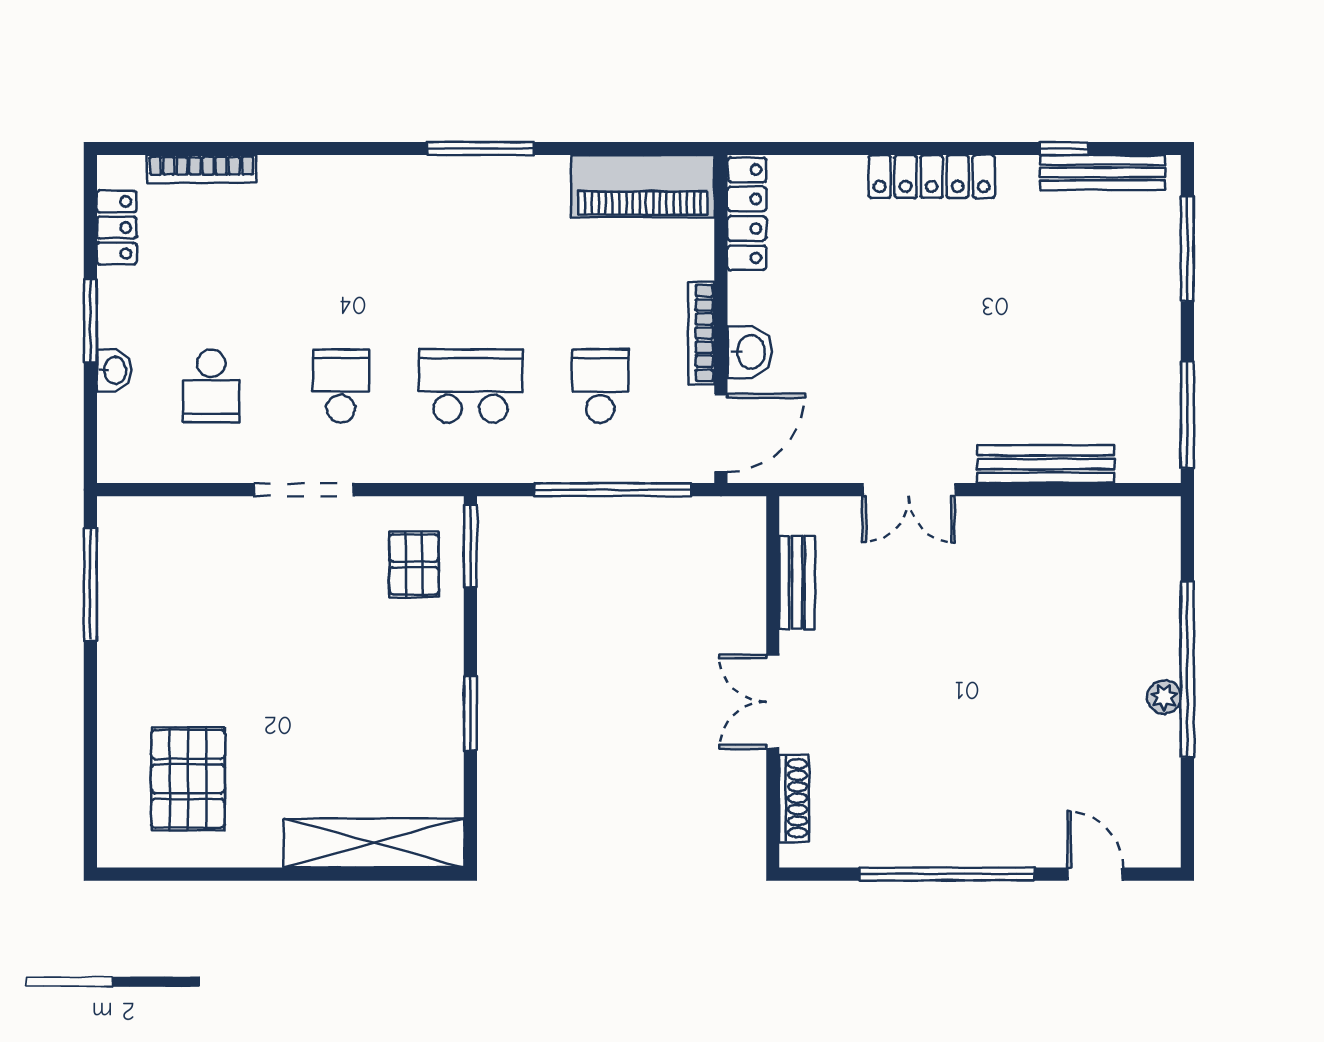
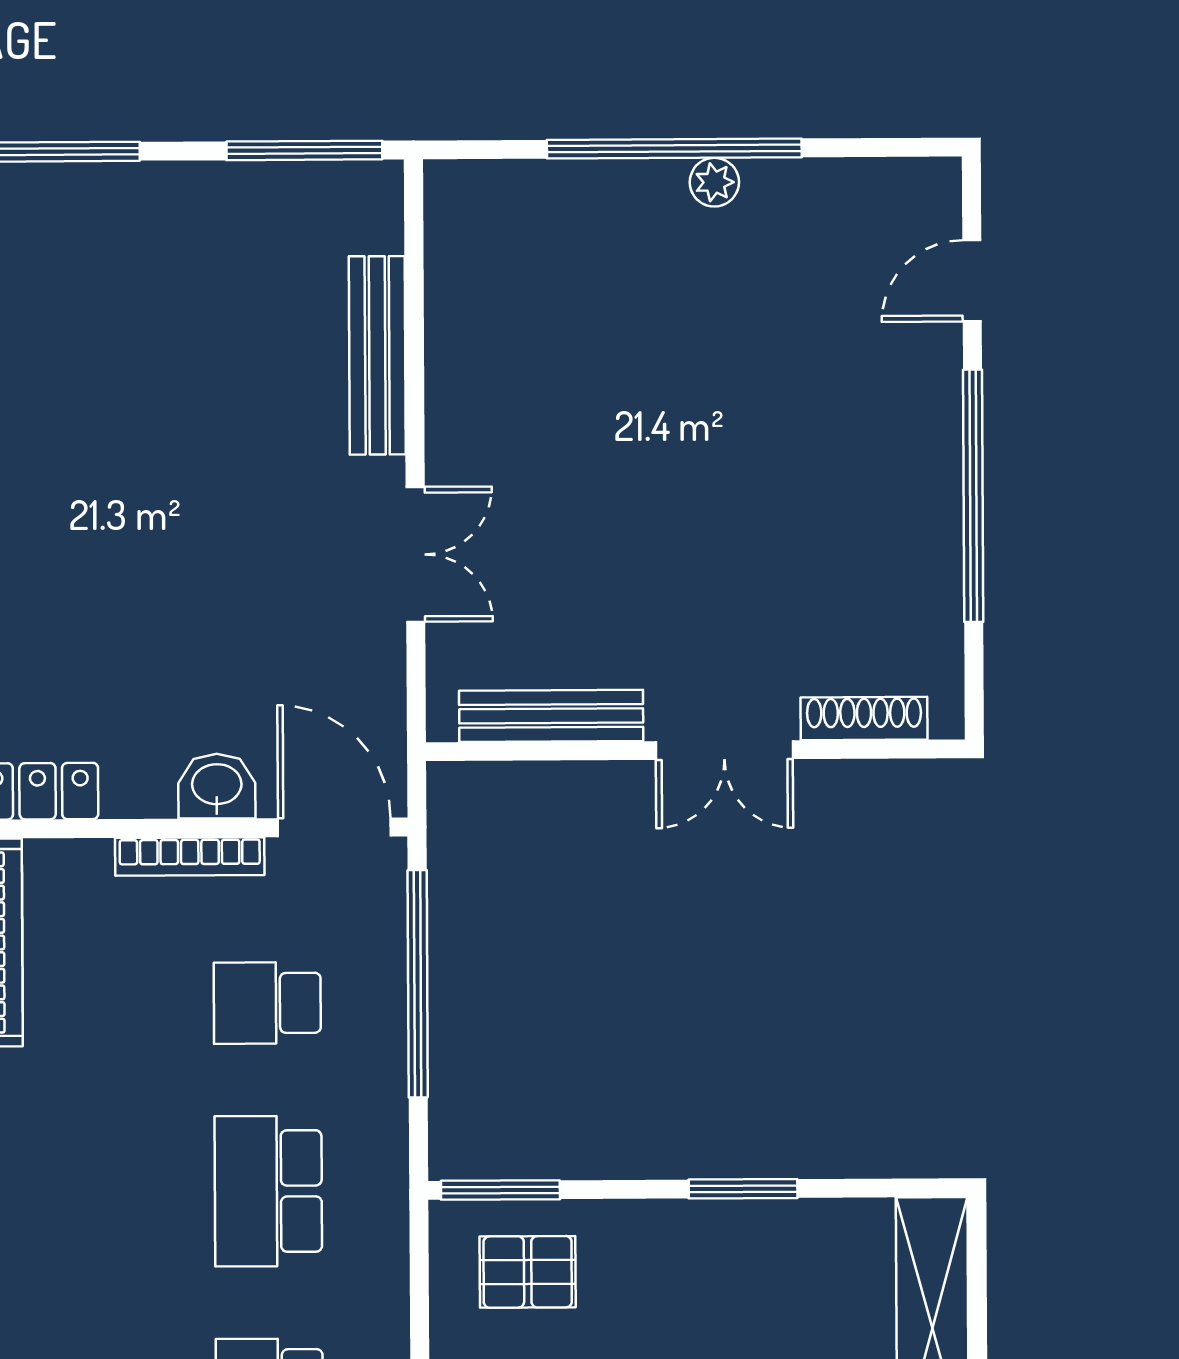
bench: (797, 583) -> (551, 716), width x1.36

